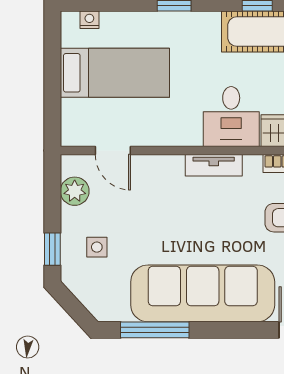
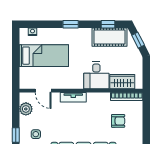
tv unit: (214, 165) -> (73, 97), moved

